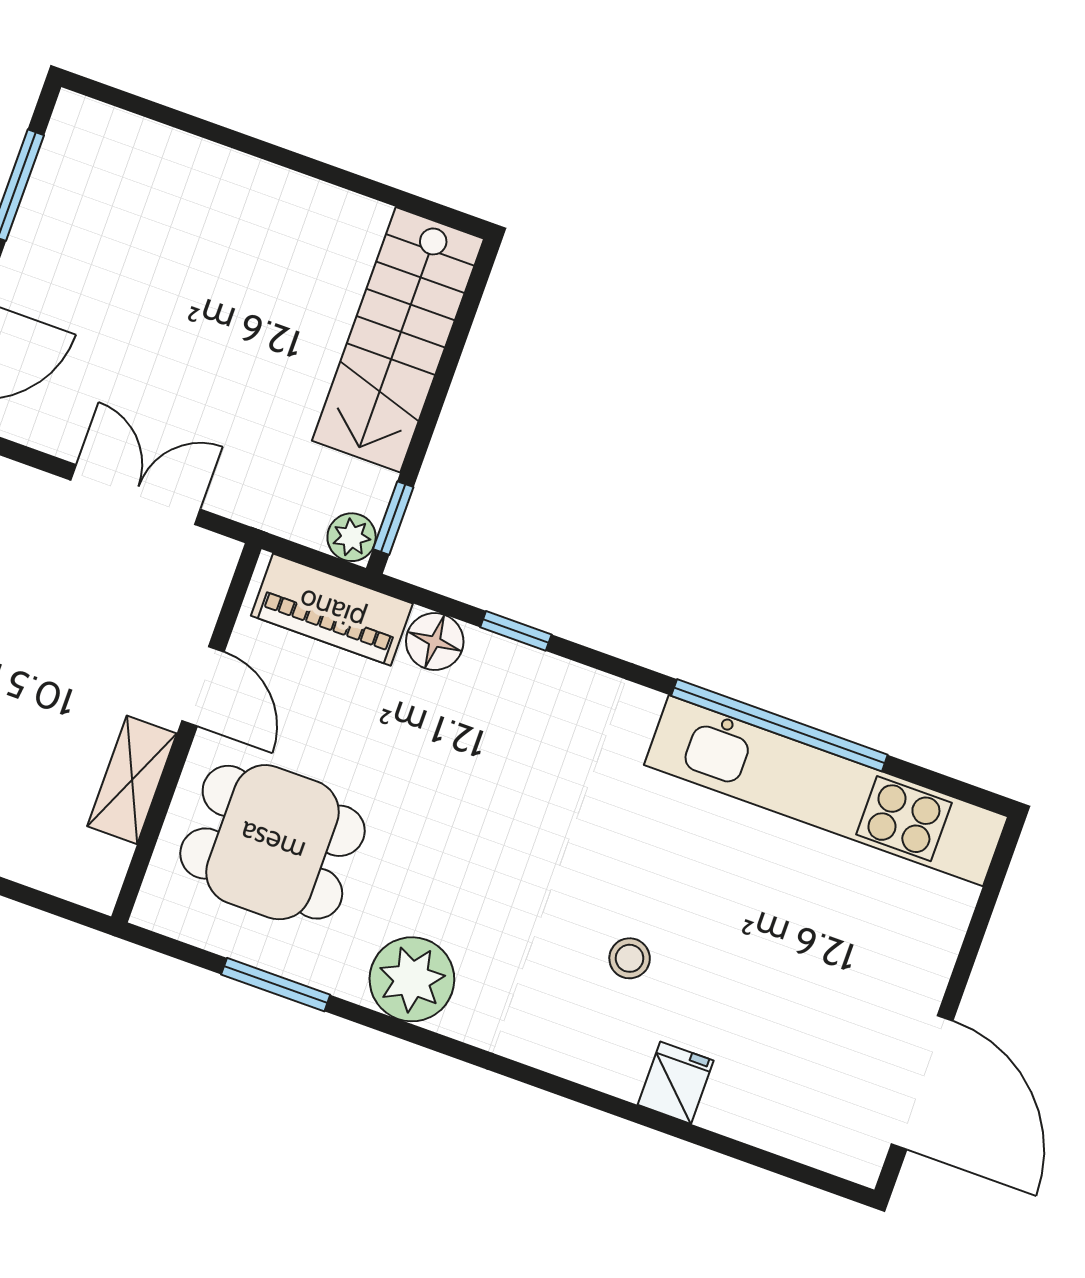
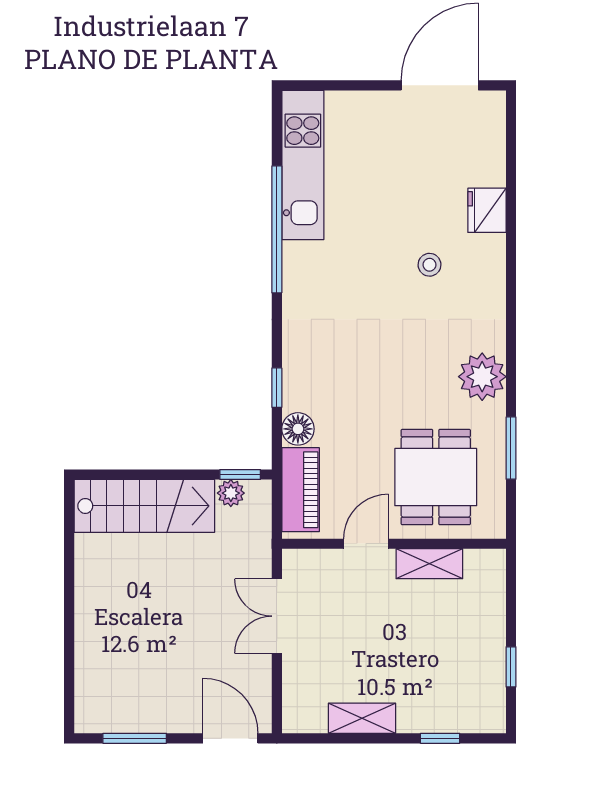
plant: (352, 537) -> (231, 493), moved
kitchen unit: (826, 791) -> (303, 165), width x0.73
fridge: (676, 1083) -> (487, 210), width x1.38

